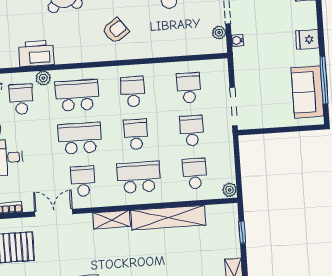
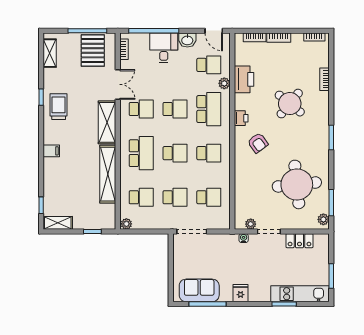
printer: (86, 54) -> (241, 118), added
school desk: (80, 138) -> (175, 109), width x0.54
shelving: (112, 220) -> (107, 122), width x1.50, depth x1.33

